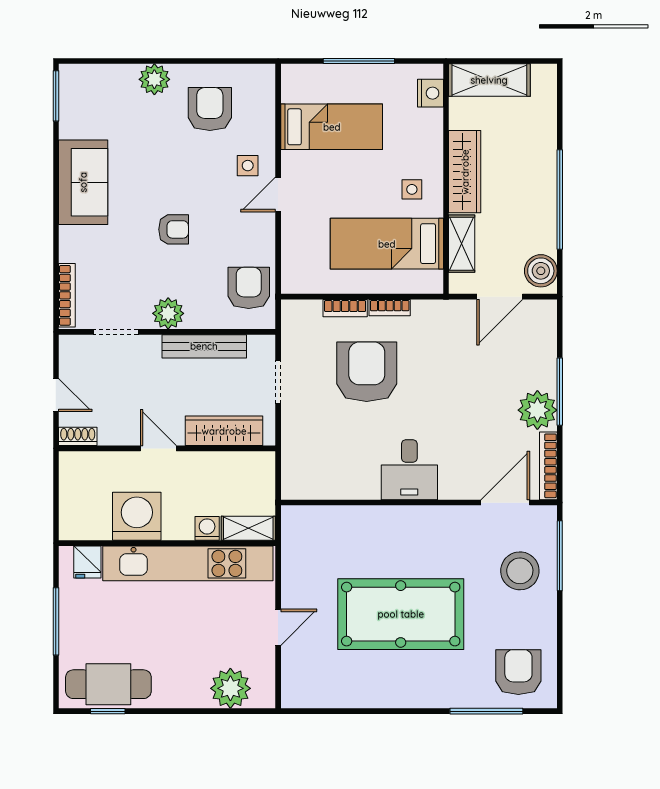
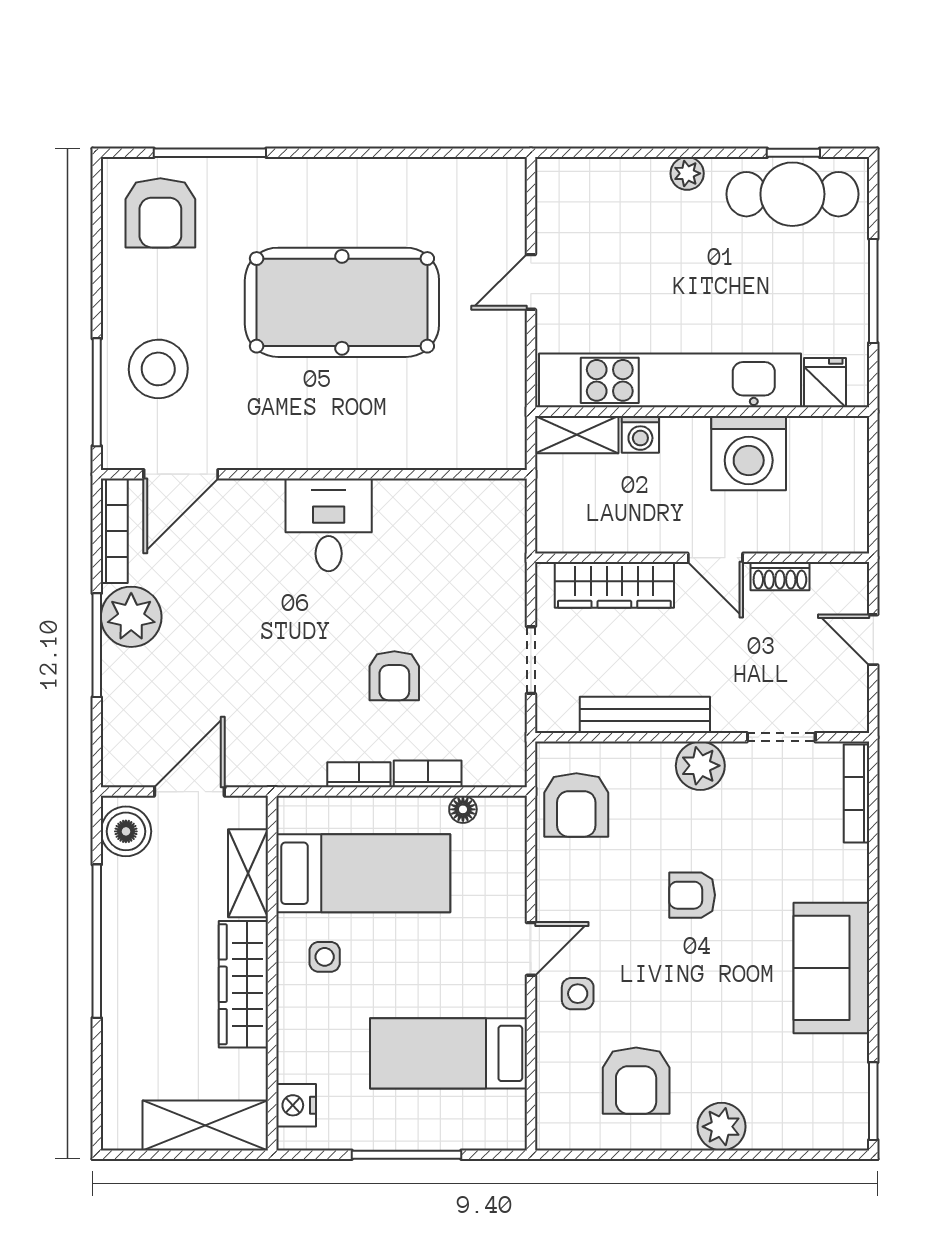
floor lamp: (322, 285) -> (463, 809), added
armchair: (367, 372) -> (394, 676), width x0.53, depth x0.53
shoe rack: (78, 436) -> (780, 576), moved
plant: (230, 688) -> (687, 173), moved, width x0.53, depth x0.53

